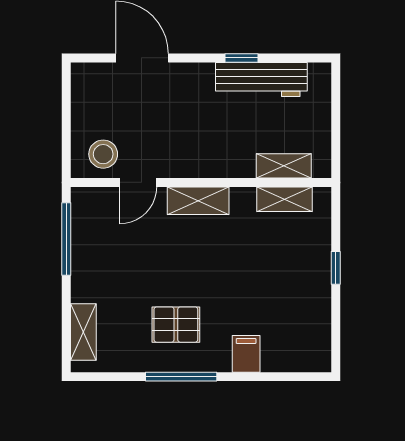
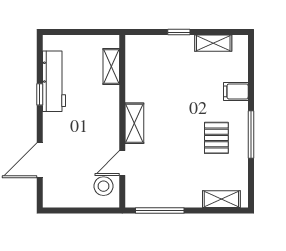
door: (138, 182) -> (122, 163), swing flipped
shelving: (284, 199) -> (213, 43), moved, turned 90

